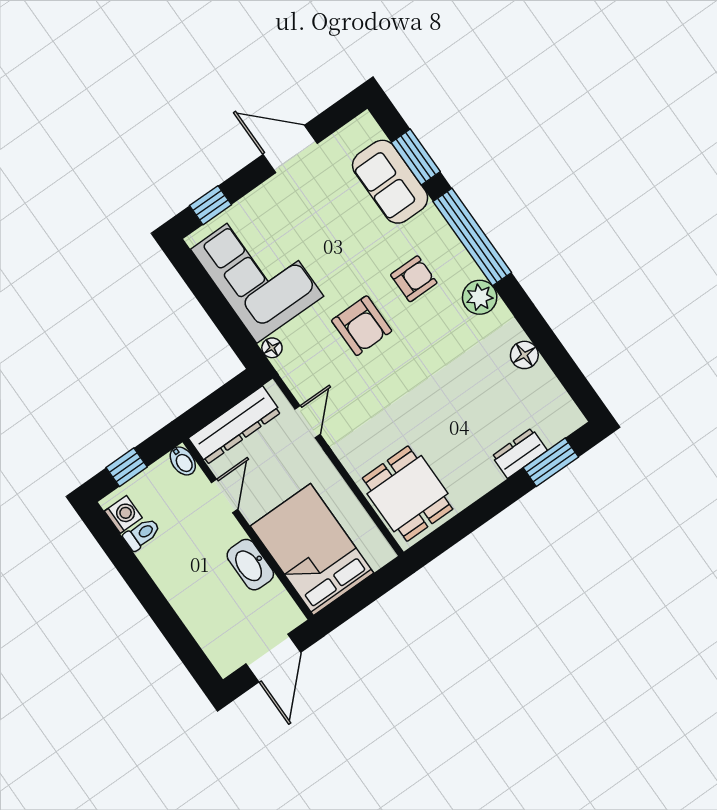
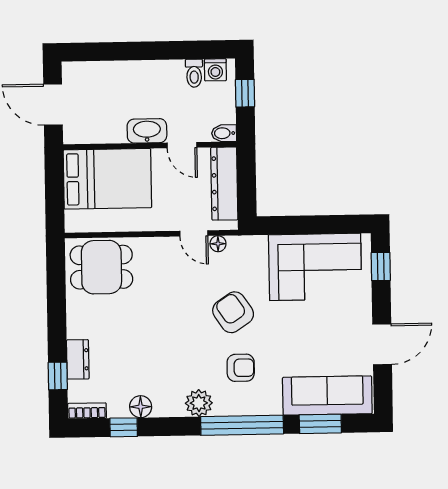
sofa: (390, 182) -> (327, 396), width x1.36
armchair: (414, 279) -> (241, 368), turned -90
armchair: (362, 326) -> (233, 312), turned 56
floor lamp: (272, 348) -> (218, 244), moved
window: (558, 358) -> (124, 427), added
bookcase: (566, 407) -> (87, 411), added
window: (551, 462) -> (58, 376), width x0.67
washbasin: (250, 565) -> (147, 131), moved

